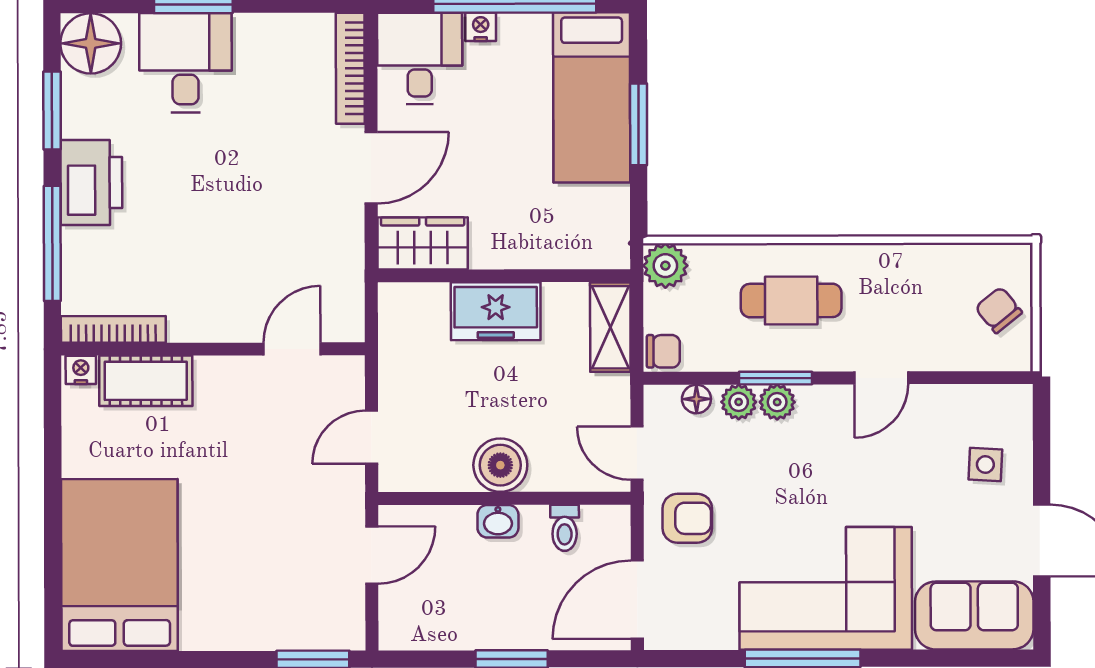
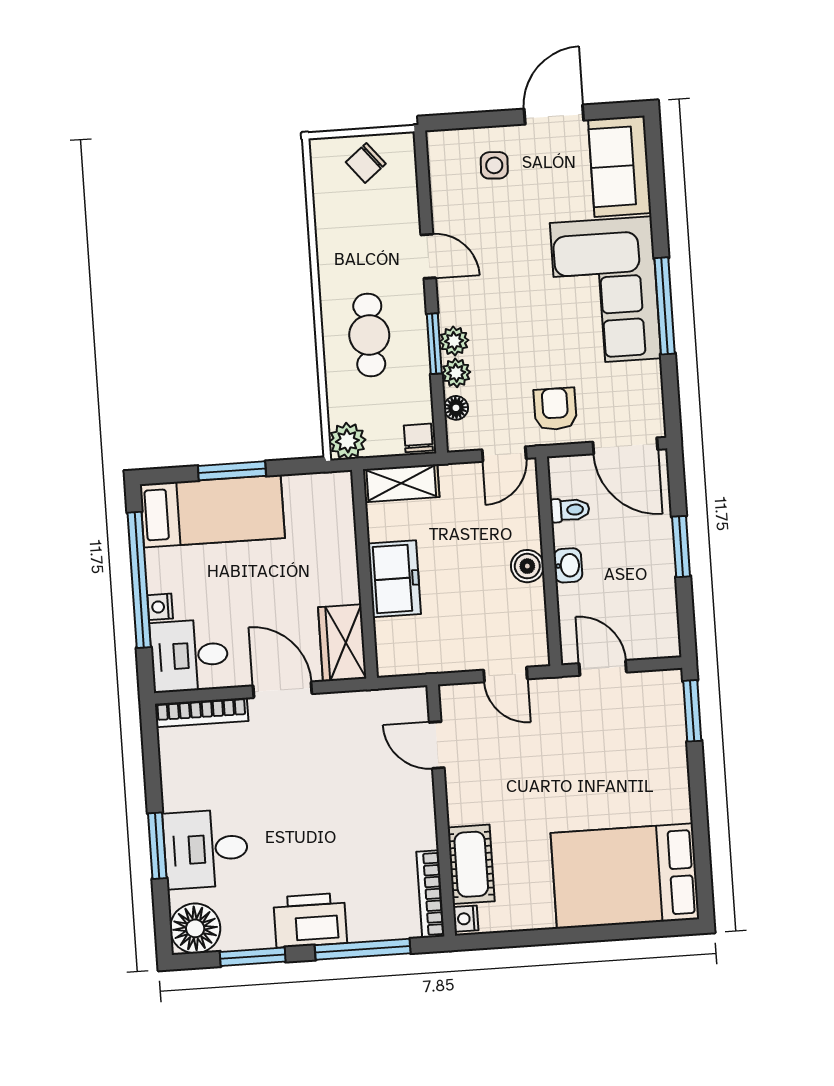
boiler: (500, 465) -> (527, 566), width x0.73, depth x0.73

